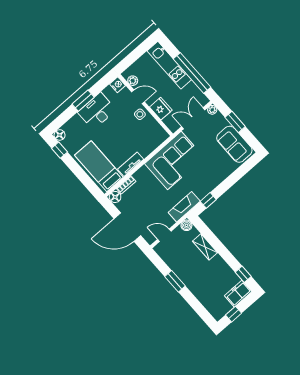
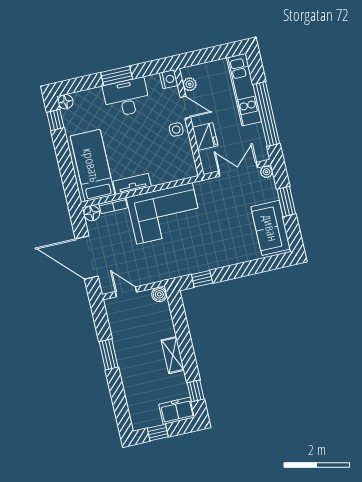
corner sofa: (174, 161) -> (165, 213), moved
fireplace: (184, 207) -> (169, 270), removed
shelving: (205, 247) -> (173, 355), moved

